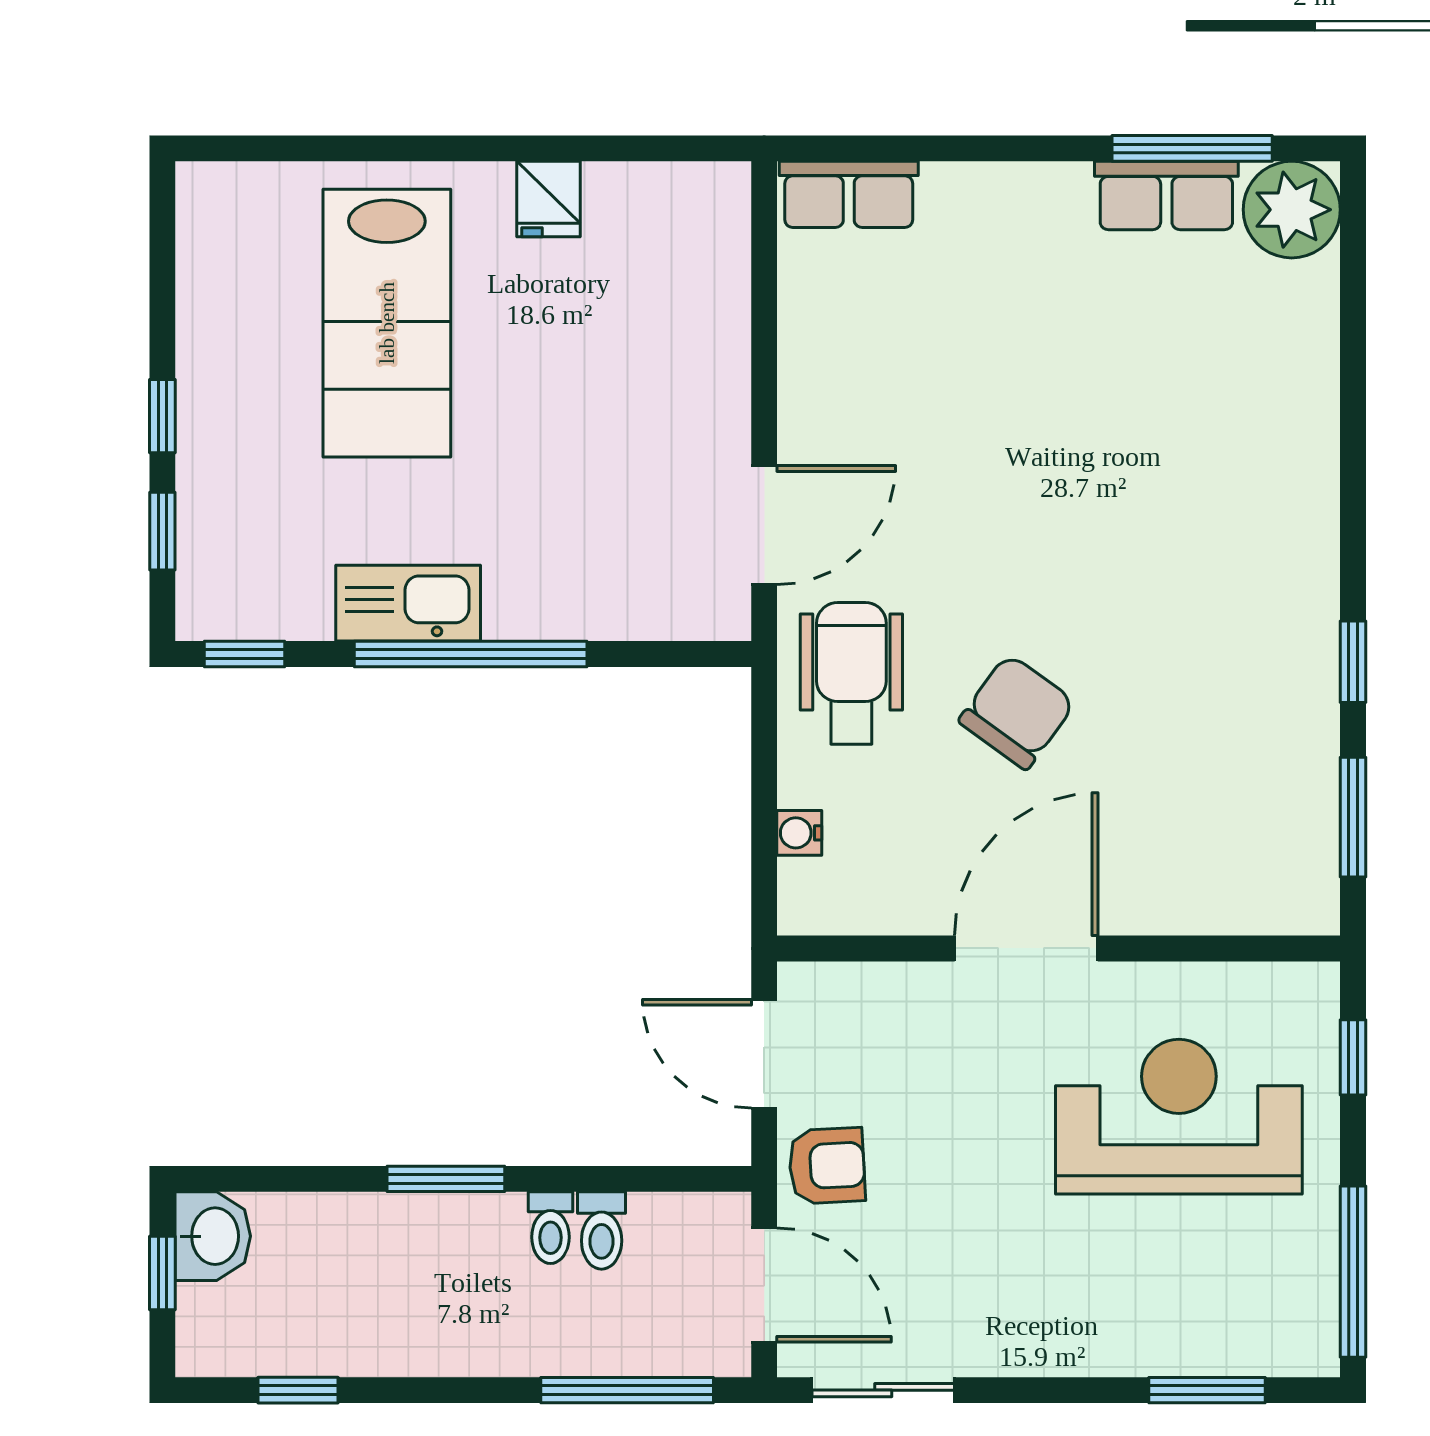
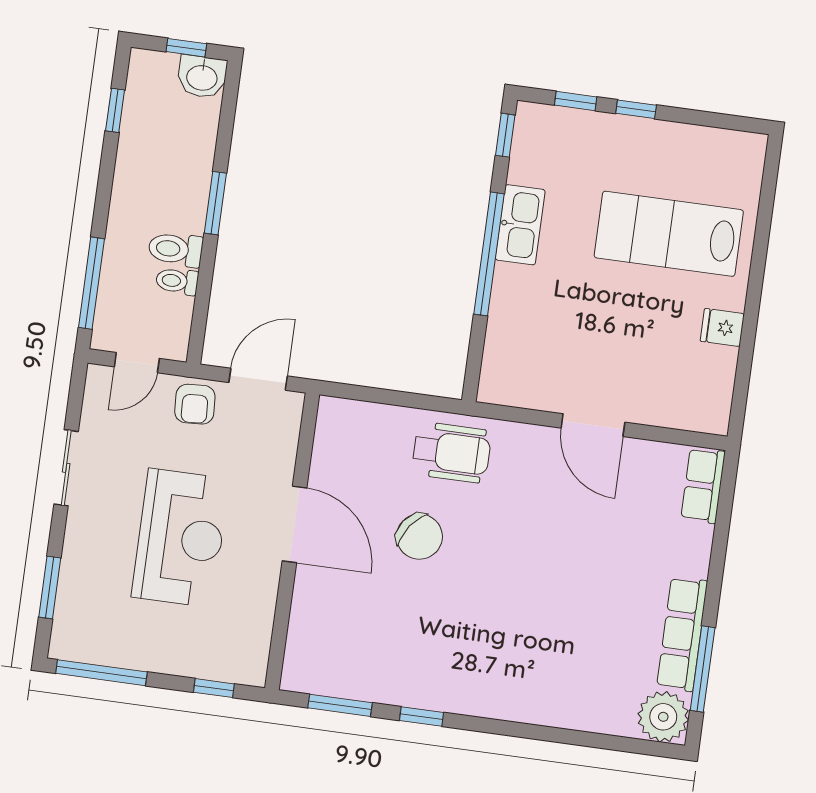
row of seats: (1166, 195) -> (682, 634), width x1.48
door: (764, 525) -> (593, 425), moved
water cooler: (799, 833) -> (372, 414), removed
reception desk: (1179, 1117) -> (181, 538), moved
toilet: (550, 1228) -> (176, 249), width x1.37, depth x1.39
door: (764, 1285) -> (137, 363), width x0.73
sliding door: (883, 1390) -> (66, 468), moved

